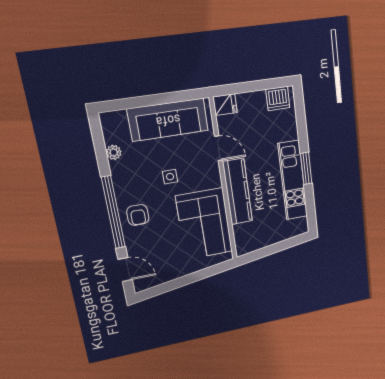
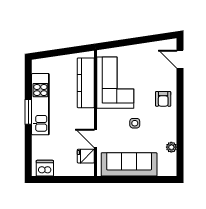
fridge: (225, 105) -> (86, 156), moved
kitchen counter: (238, 192) -> (86, 83), moved
window: (113, 212) -> (180, 104), removed
armchair: (138, 215) -> (163, 99), turned 180

